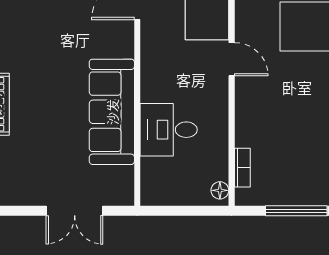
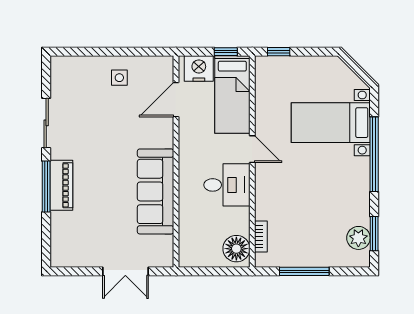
desk: (169, 130) -> (227, 185), moved, turned 180
floor lamp: (220, 190) -> (236, 249), width x1.89, depth x1.89

